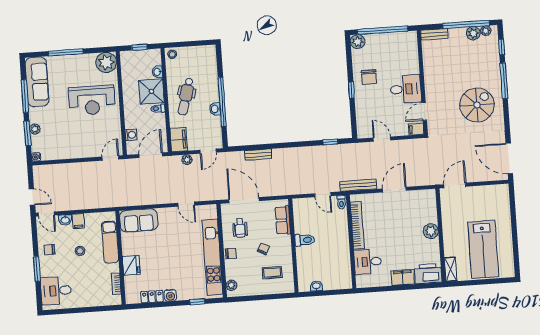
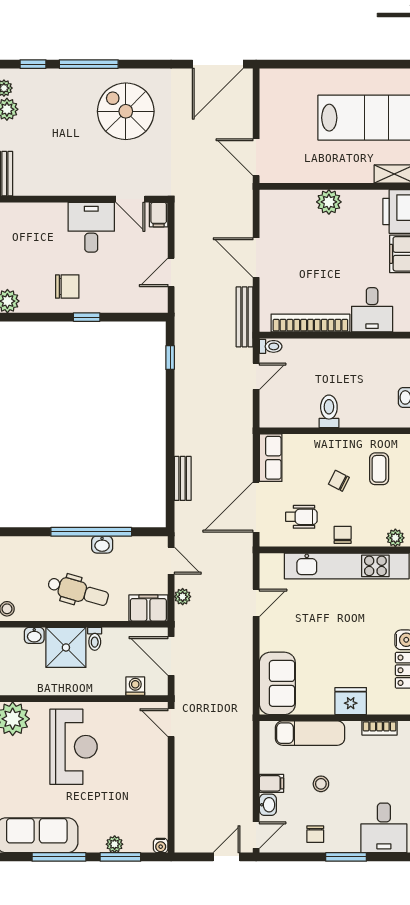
row of seats: (283, 220) -> (271, 458), moved, turned -90

